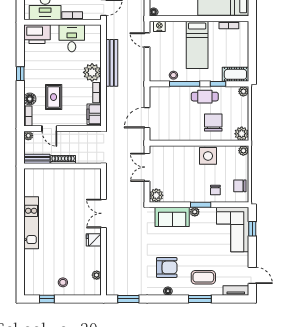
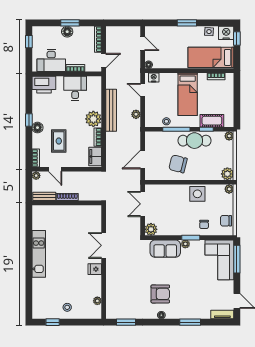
plant: (140, 67) -> (136, 114), added
cot: (235, 74) -> (212, 121), moved
cafe table: (205, 97) -> (194, 141), width x1.37, depth x1.35
floor lamp: (30, 99) -> (37, 128), moved
chair: (213, 123) -> (178, 164), moved, turned -76
window: (252, 229) -> (237, 259), width x2.17
coffee table: (203, 277) -> (193, 303), removed

